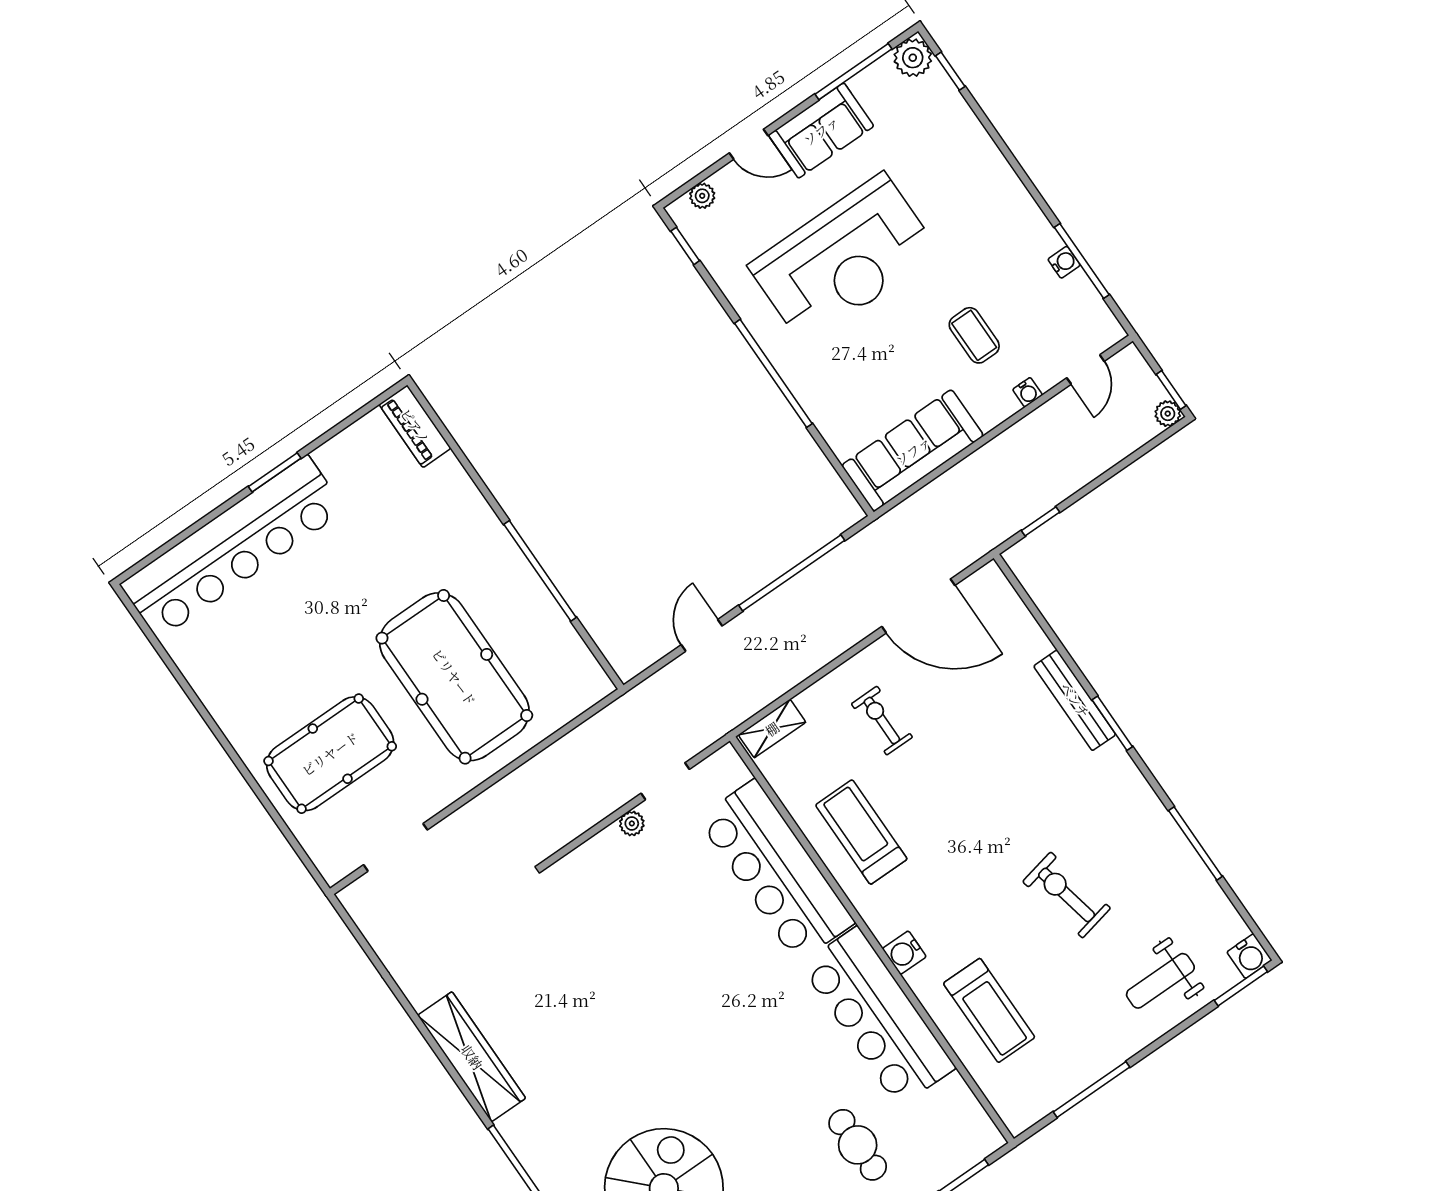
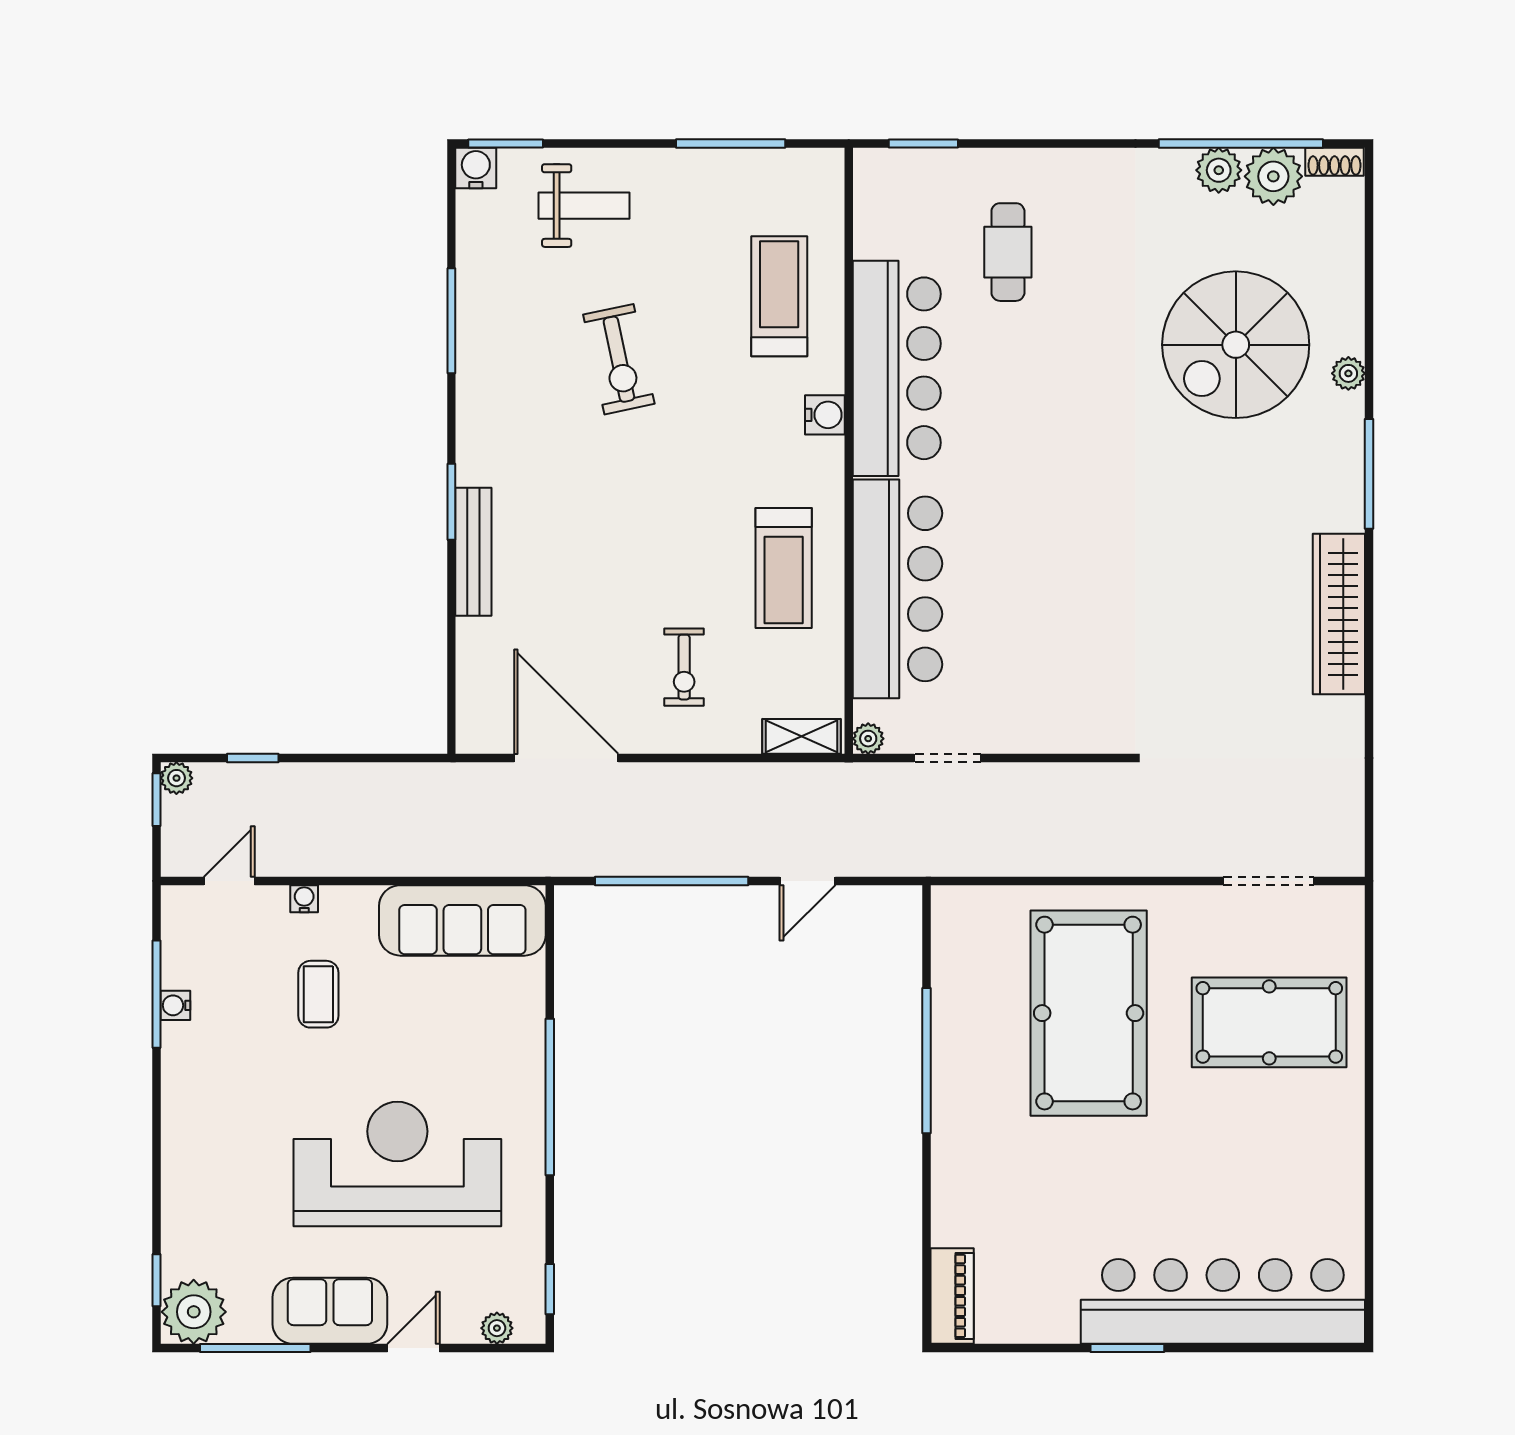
plant: (913, 58) -> (194, 1312), width x1.36, depth x1.36
door: (749, 144) -> (413, 1348), hinge flipped
window: (1041, 521) -> (253, 758), moved
plant: (632, 823) -> (868, 739), moved

